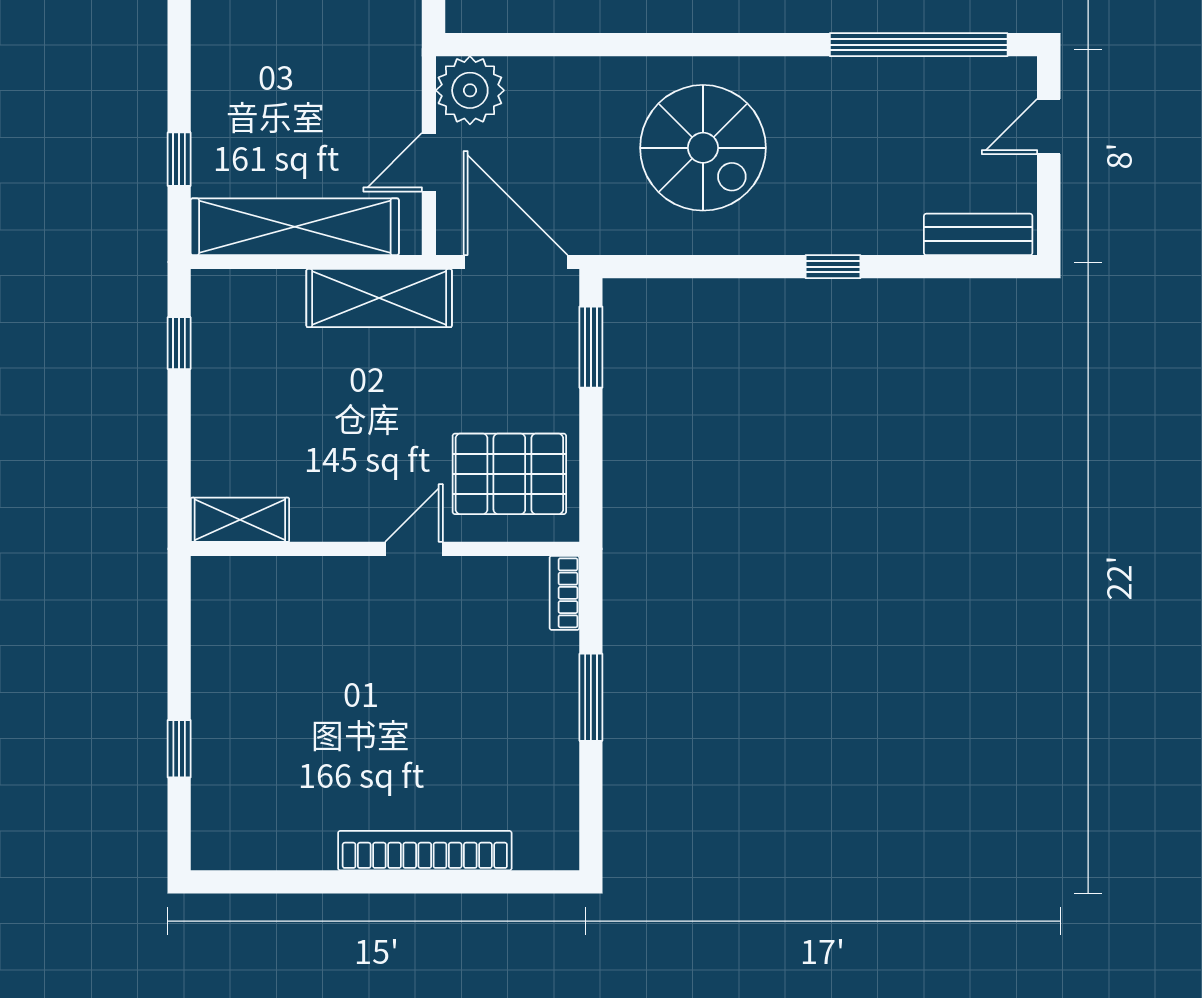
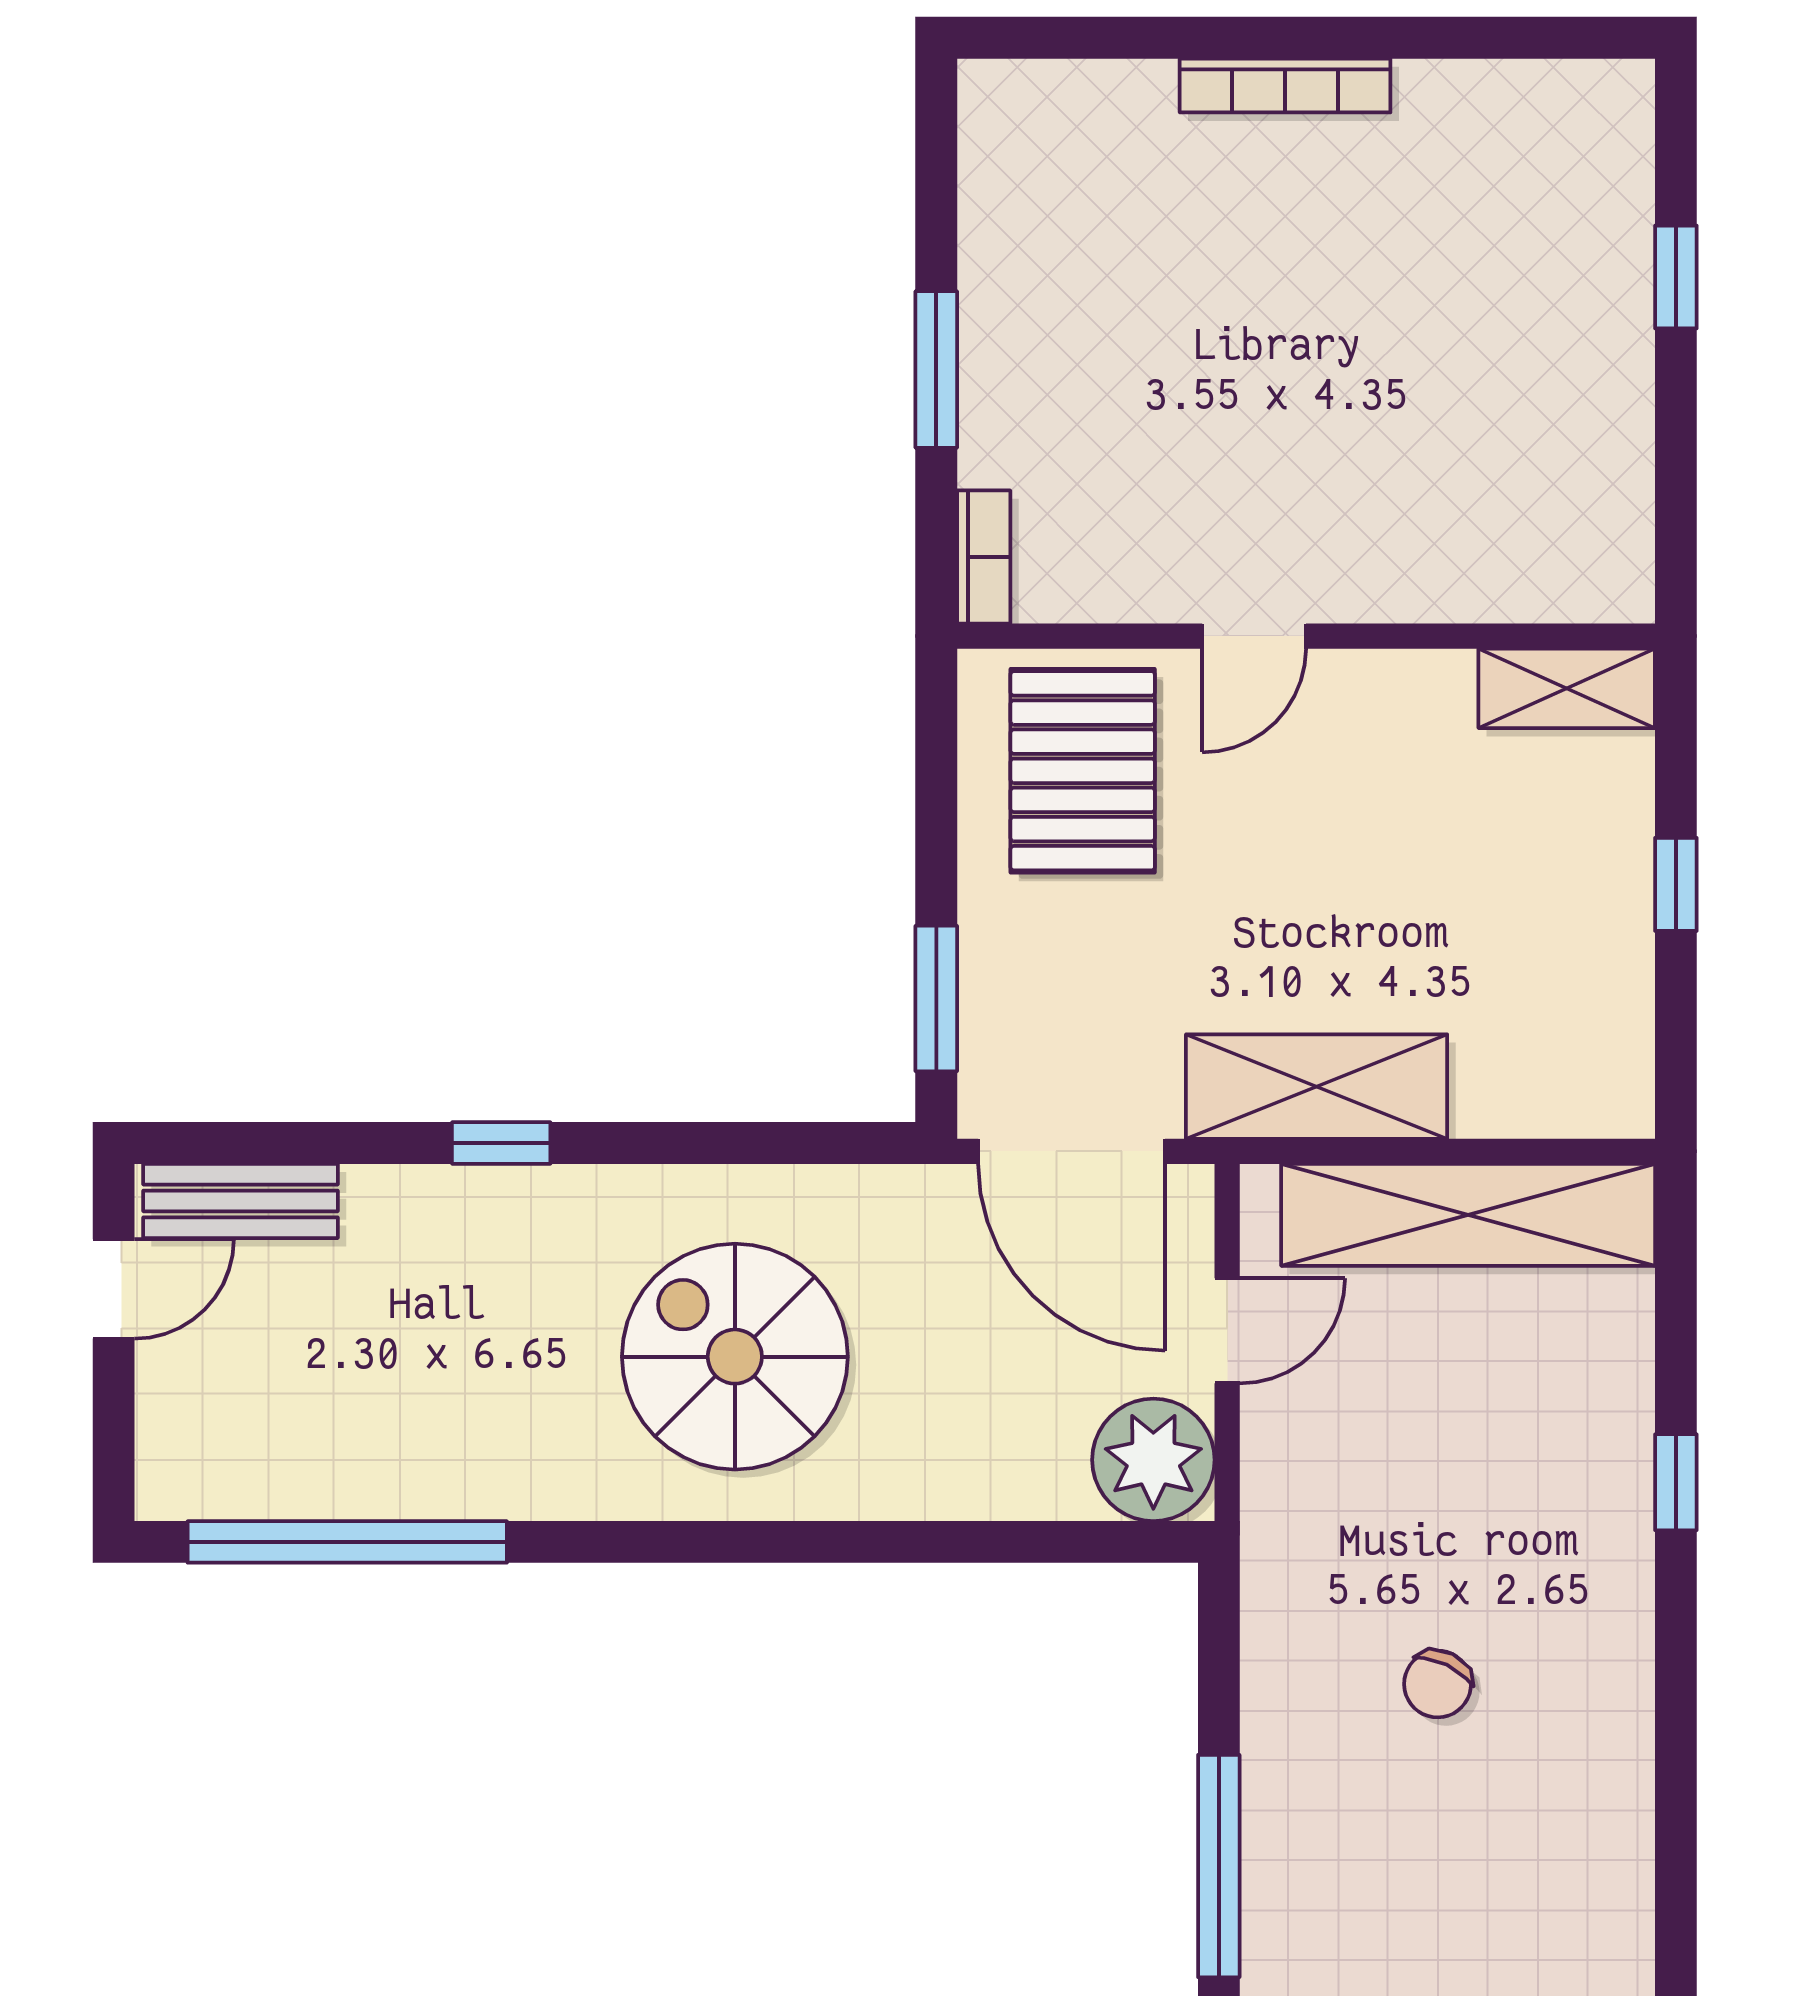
door: (1049, 126) -> (114, 1289), moved
window: (179, 159) -> (1676, 1482), moved
window: (179, 343) -> (1676, 884), moved
pallet: (509, 474) -> (1083, 771), turned 90
bookcase: (425, 851) -> (1285, 85), width x0.68, depth x0.76

